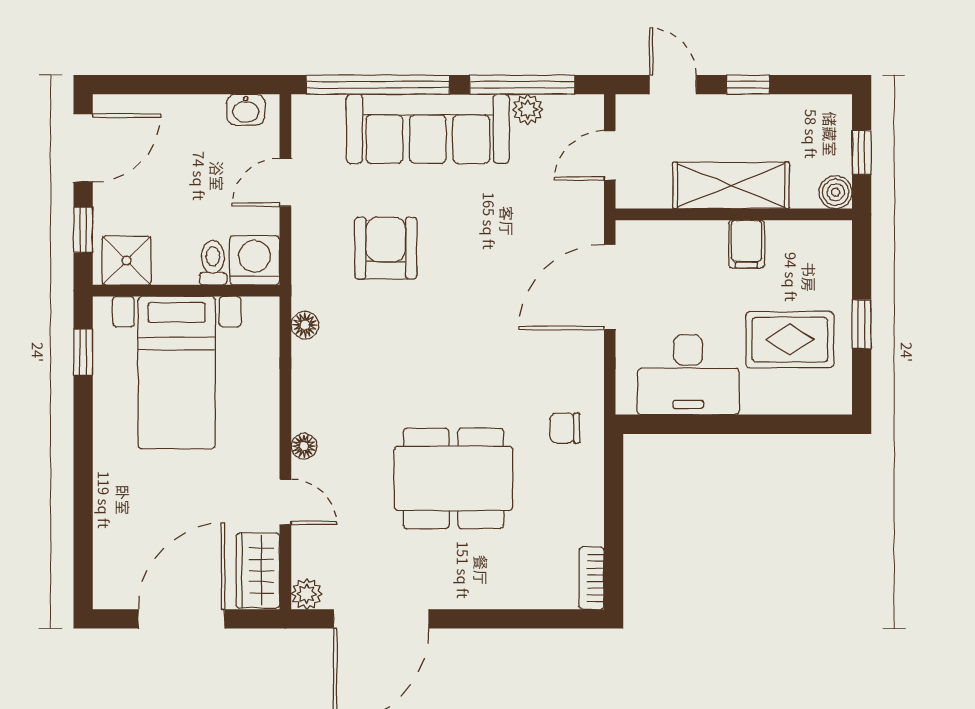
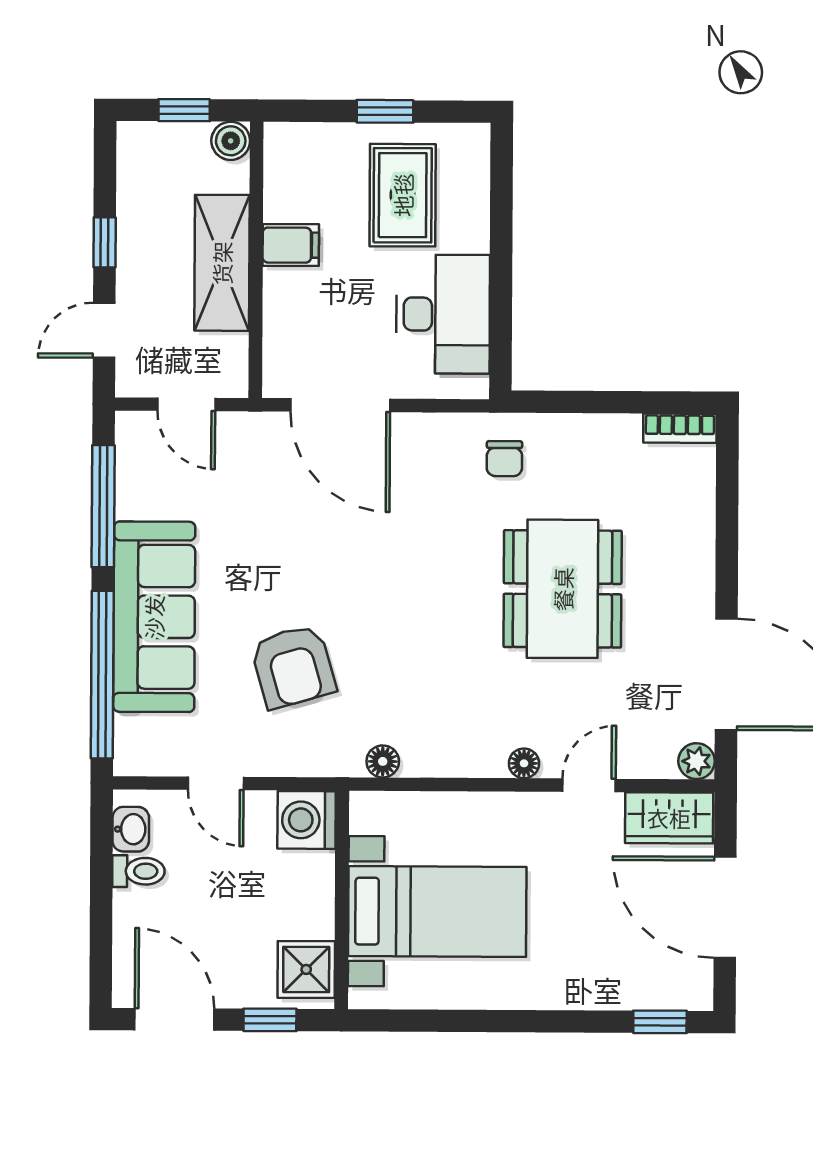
plant: (528, 109) -> (132, 500), removed
armchair: (386, 248) -> (293, 666), turned -106
toilet: (213, 263) -> (138, 871), moved, turned 180
window: (83, 352) -> (660, 1022), moved

